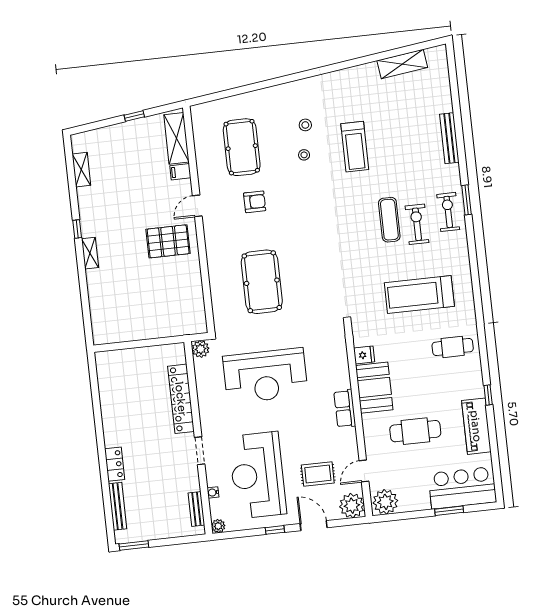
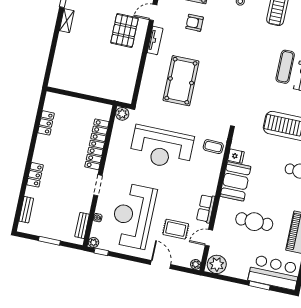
armchair: (255, 202) -> (195, 23), turned 180
pallet: (168, 241) -> (124, 30), turned 90
tv unit: (211, 241) -> (155, 40), added
coffee table: (331, 352) -> (213, 147), added
locker: (107, 393) -> (46, 123), added
row of seats: (345, 409) -> (206, 209), moved
bench: (118, 506) -> (26, 210), width x0.73
plant: (352, 506) -> (196, 264), width x0.53, depth x0.53
window: (275, 530) -> (101, 252), moved
window: (134, 546) -> (49, 241), moved

